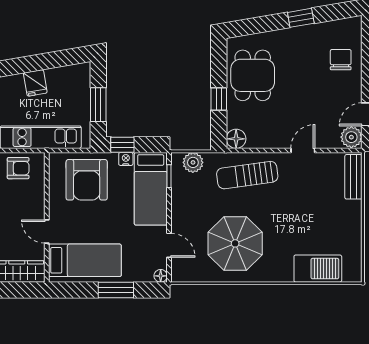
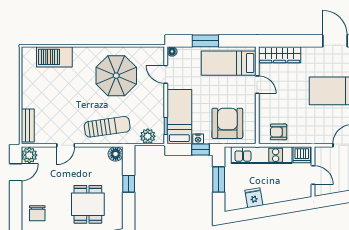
dining table: (253, 75) -> (88, 204), moved
fridge: (35, 83) -> (254, 198), moved

